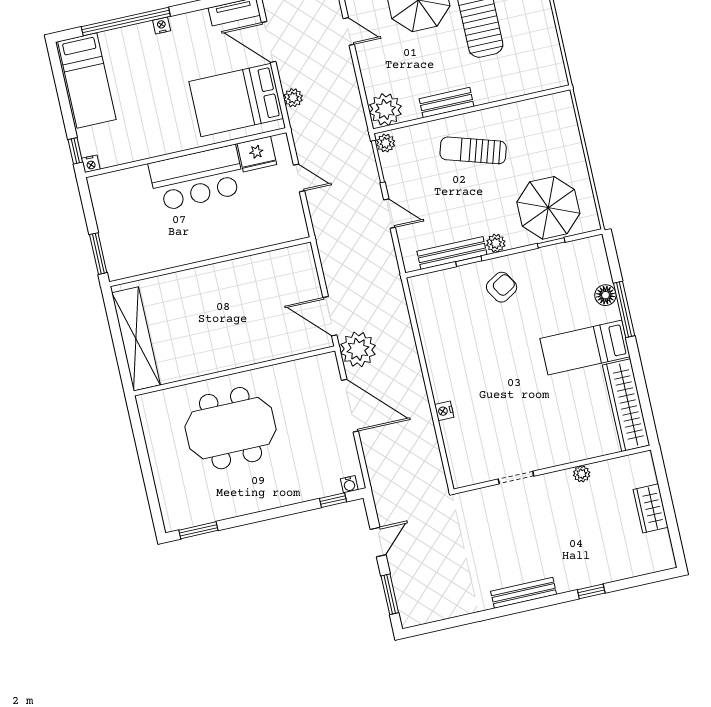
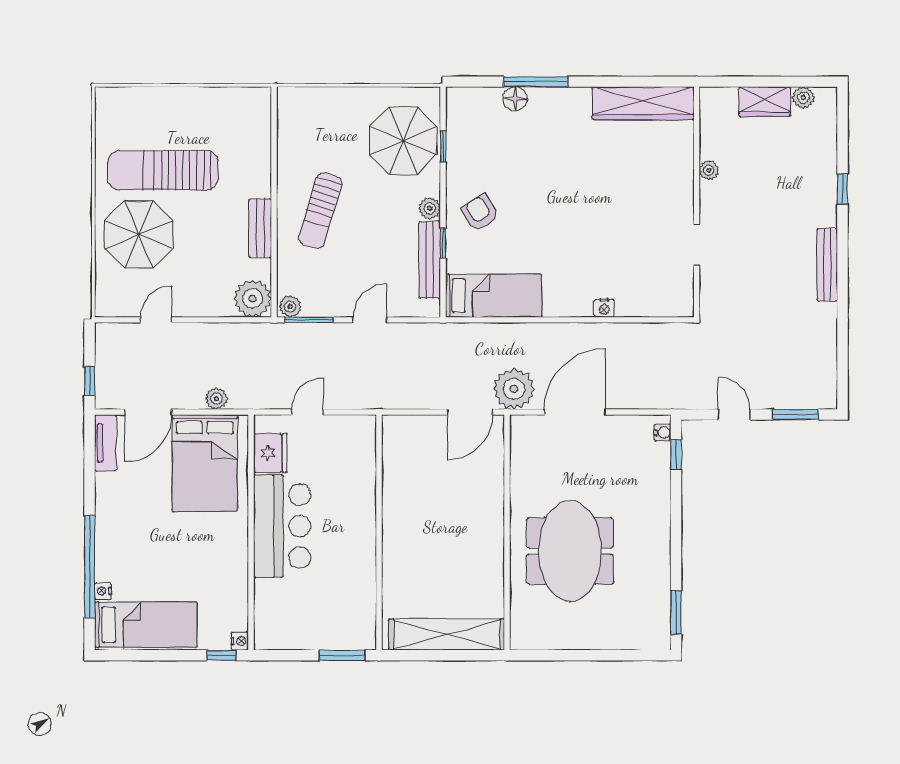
nightstand: (162, 25) -> (103, 591), moved
bed: (585, 348) -> (494, 296), moved, turned -90
plant: (661, 541) -> (803, 98), added

